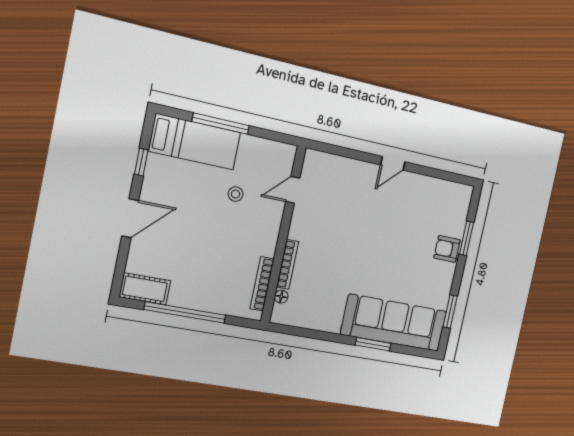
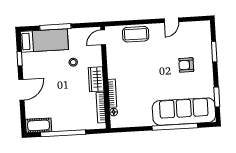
door: (393, 163) -> (171, 20), moved
coffee table: (353, 175) -> (136, 34), added
door: (293, 190) -> (103, 37), moved
wardrobe: (267, 234) -> (96, 79), added
armchair: (447, 249) -> (186, 65), moved
window: (373, 344) -> (175, 127), width x2.11

